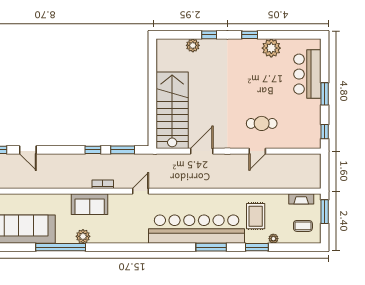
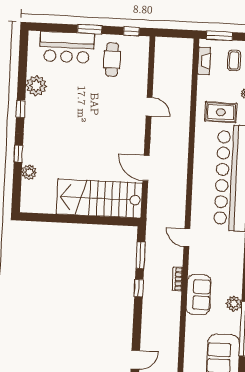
cafe table: (262, 123) -> (112, 60), moved

